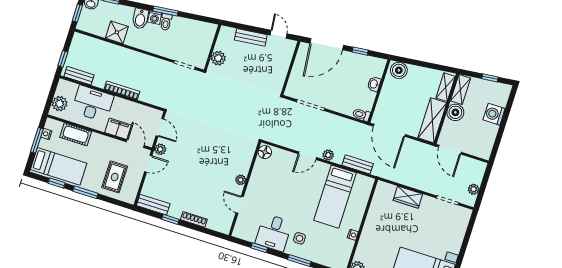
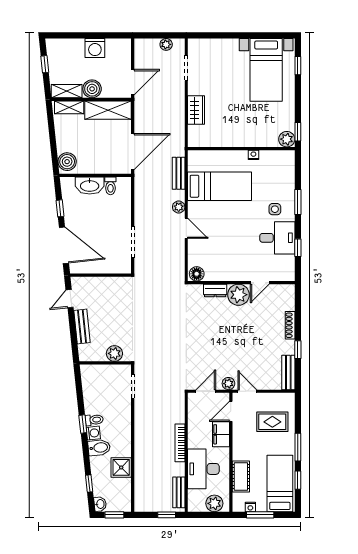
window: (165, 11) -> (83, 424), width x0.67
washbasin: (374, 84) -> (90, 186), width x1.91, depth x1.45
washing machine: (494, 114) -> (95, 48), moved
toilet: (361, 115) -> (110, 186), moved
dresser: (245, 164) -> (215, 290), added
plant: (241, 180) -> (238, 295), width x1.88, depth x1.88

